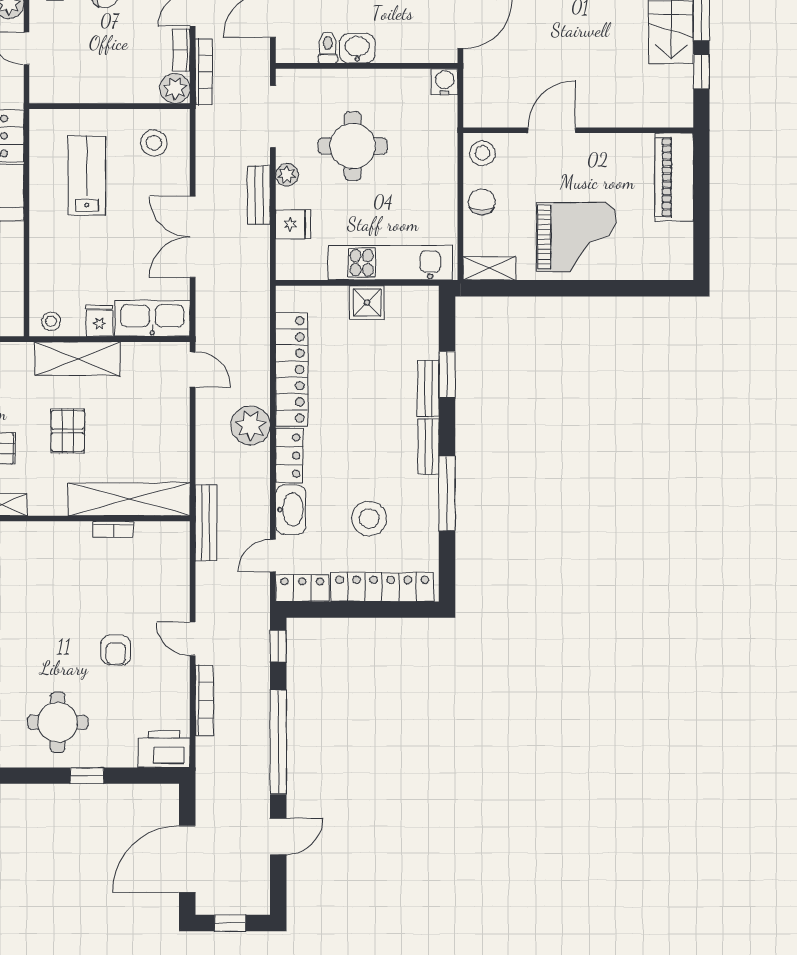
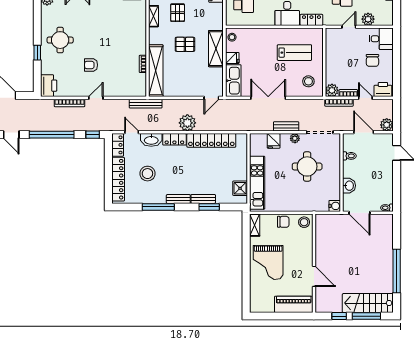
washbasin: (357, 48) -> (349, 186), moved
door: (552, 130) -> (314, 276), moved
shower: (367, 303) -> (240, 188), moved

